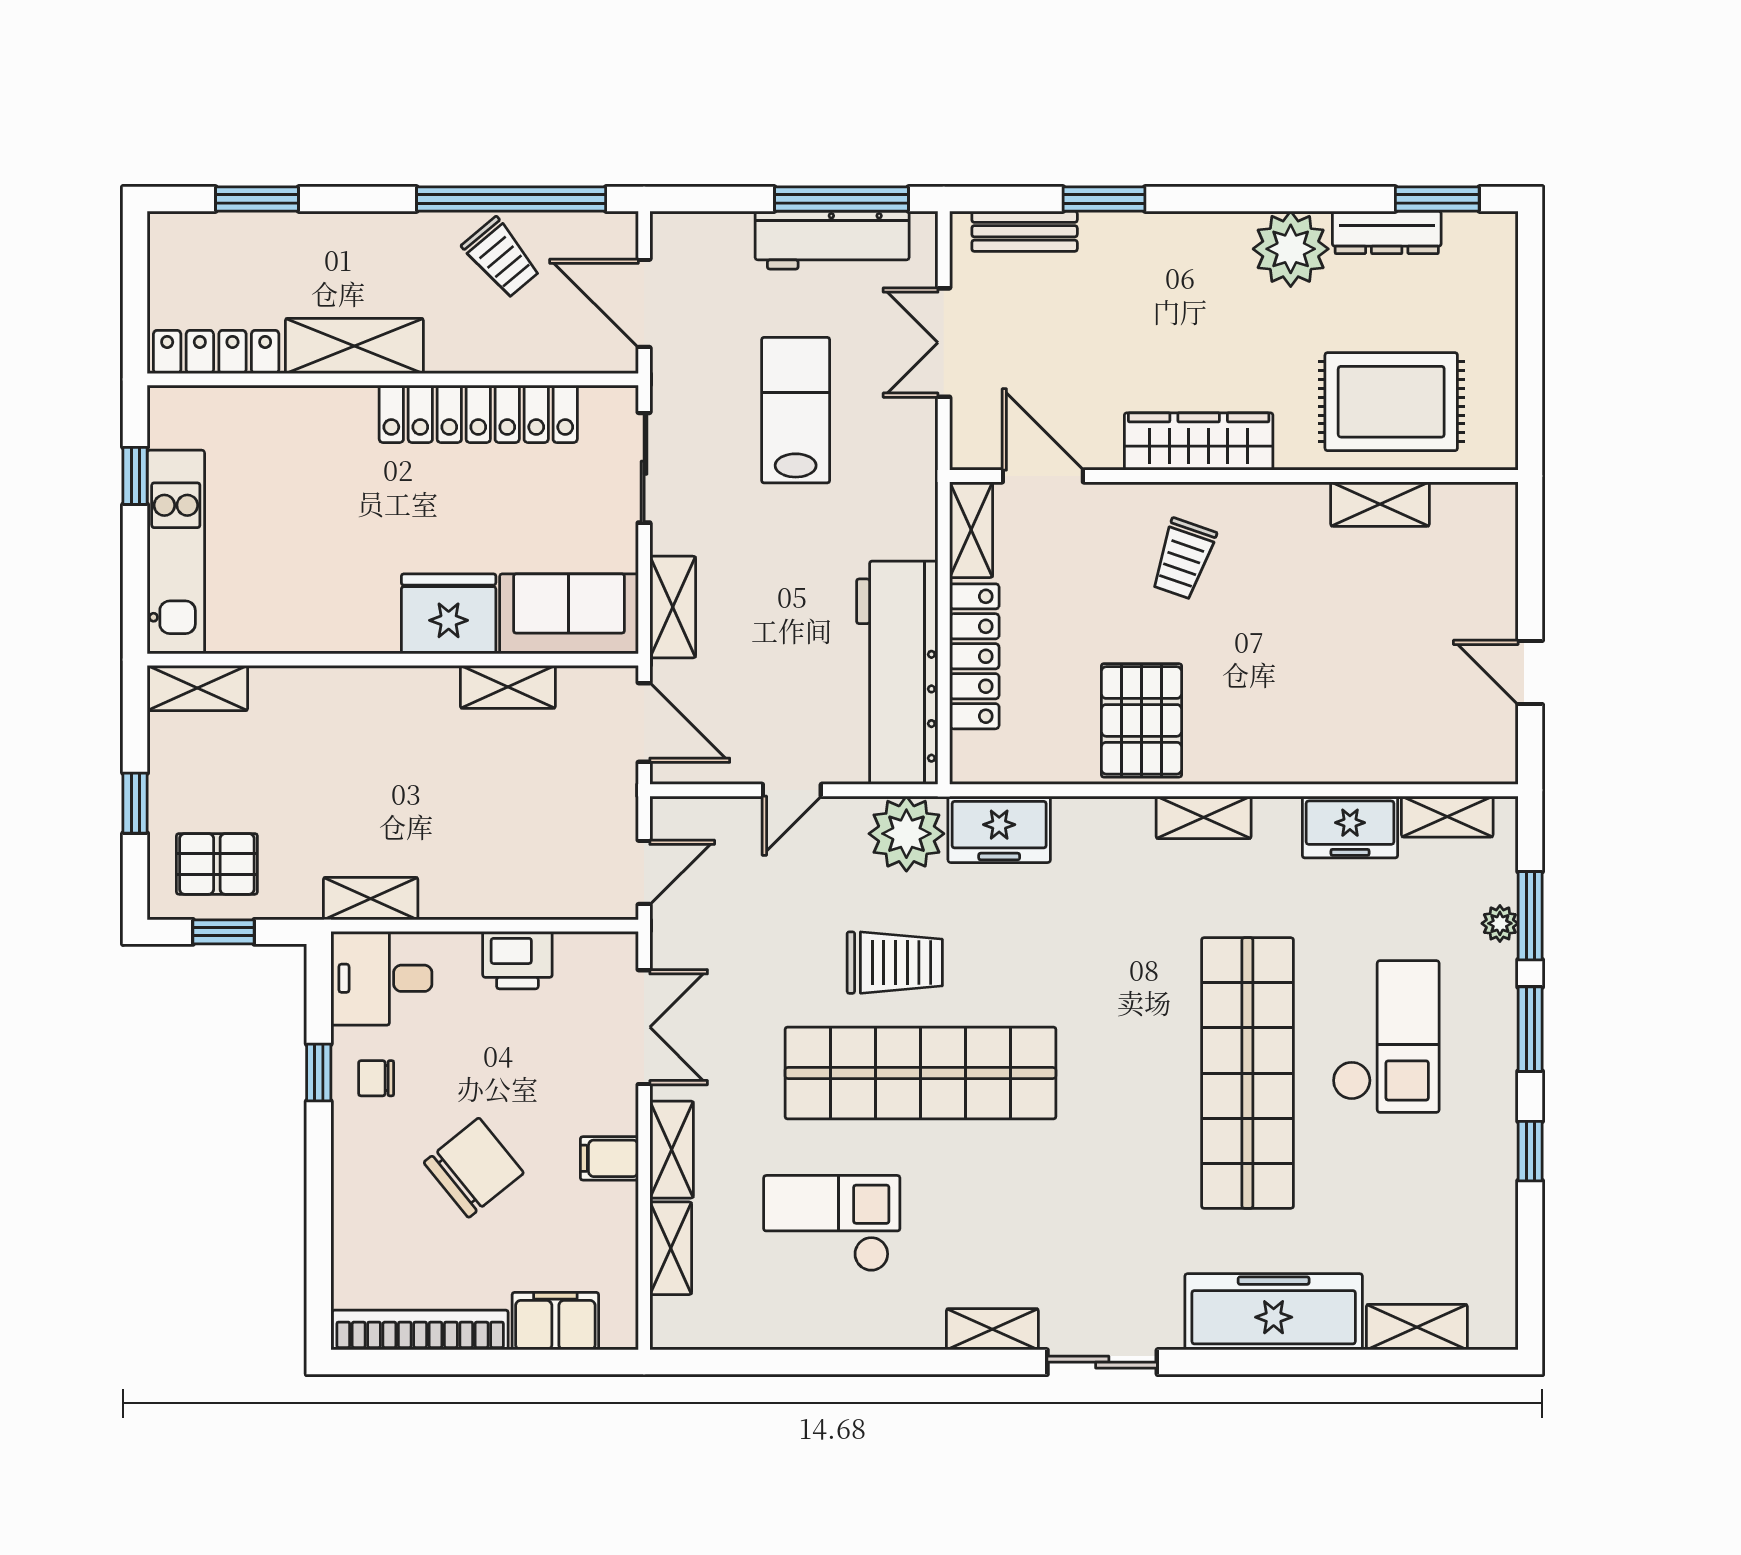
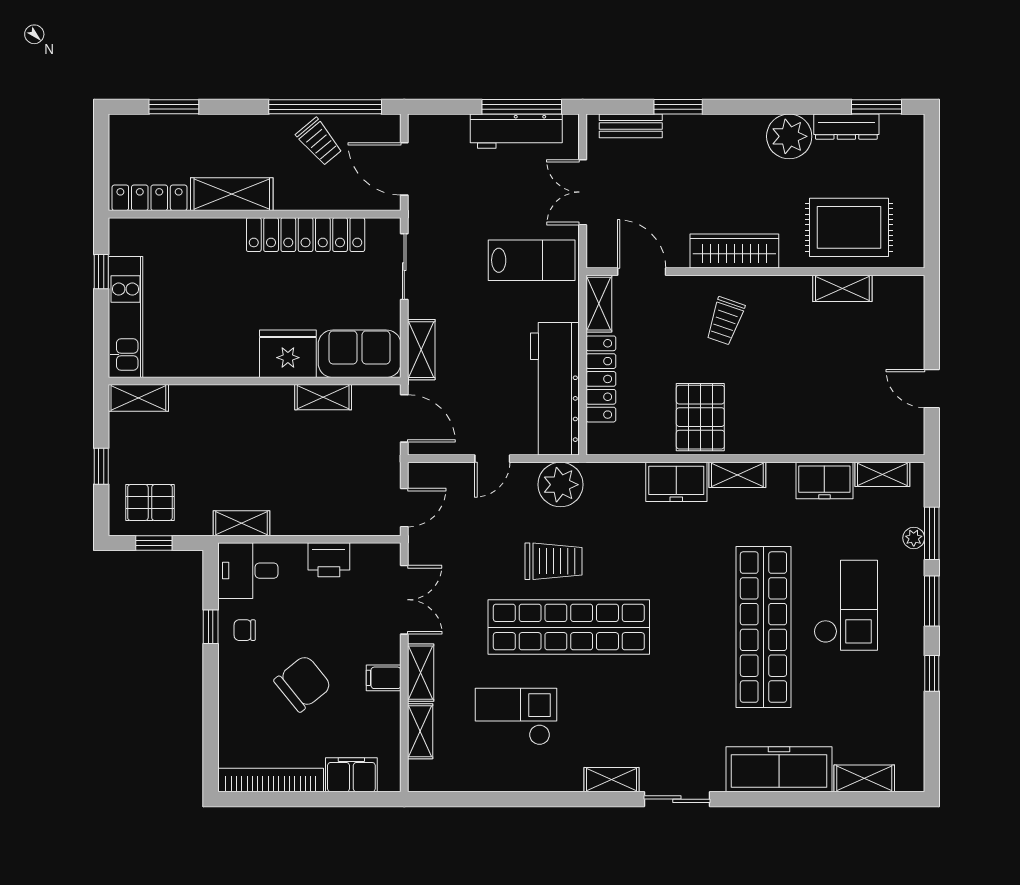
lab bench: (796, 410) -> (532, 260), moved, turned 90
freezer: (999, 829) -> (676, 482), moved

